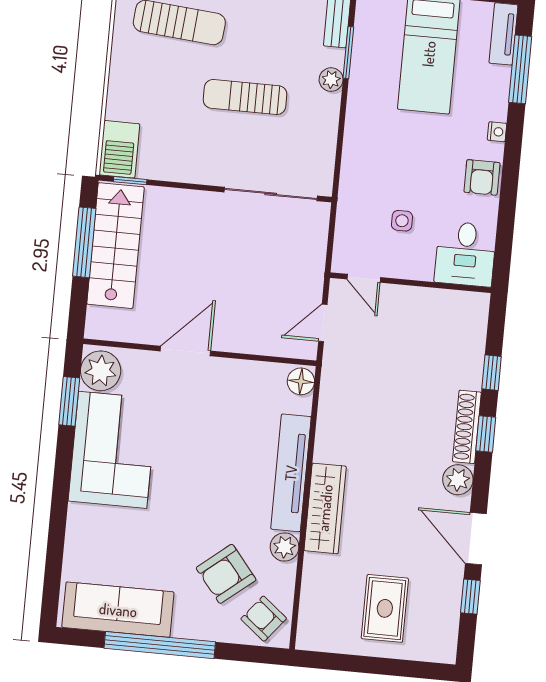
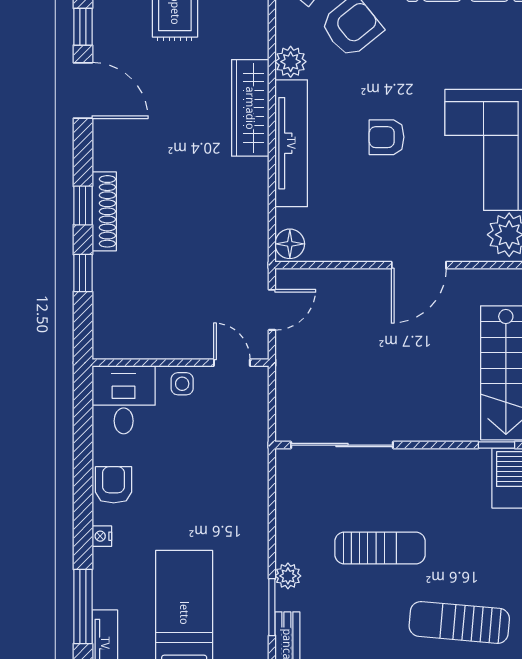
side table: (402, 221) -> (182, 384), moved
armchair: (204, 470) -> (387, 137), added
plant: (458, 480) -> (109, 153), removed

